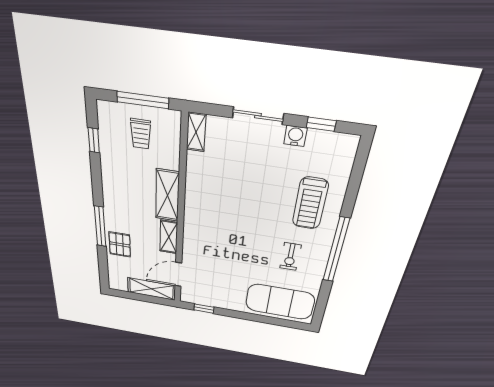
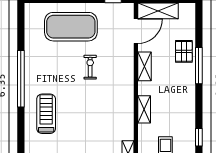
shelving: (167, 195) -> (144, 109), width x0.67, depth x0.75
exercise bike: (290, 257) -> (90, 67), moved
exercise mat: (280, 302) -> (71, 27), moved

